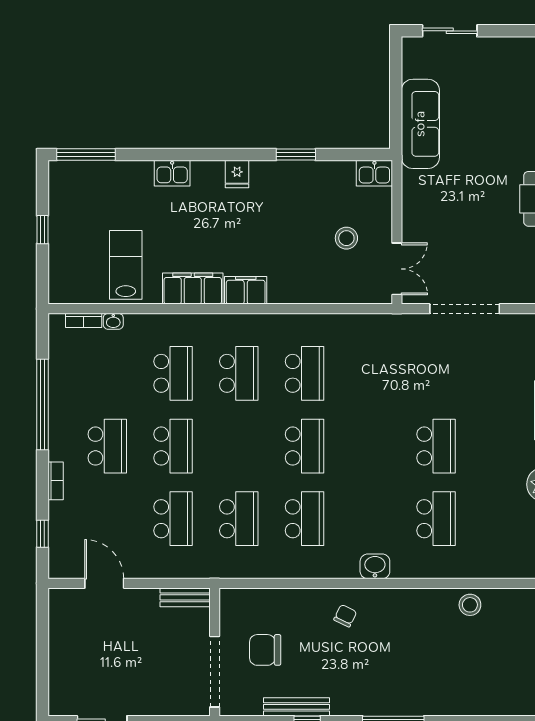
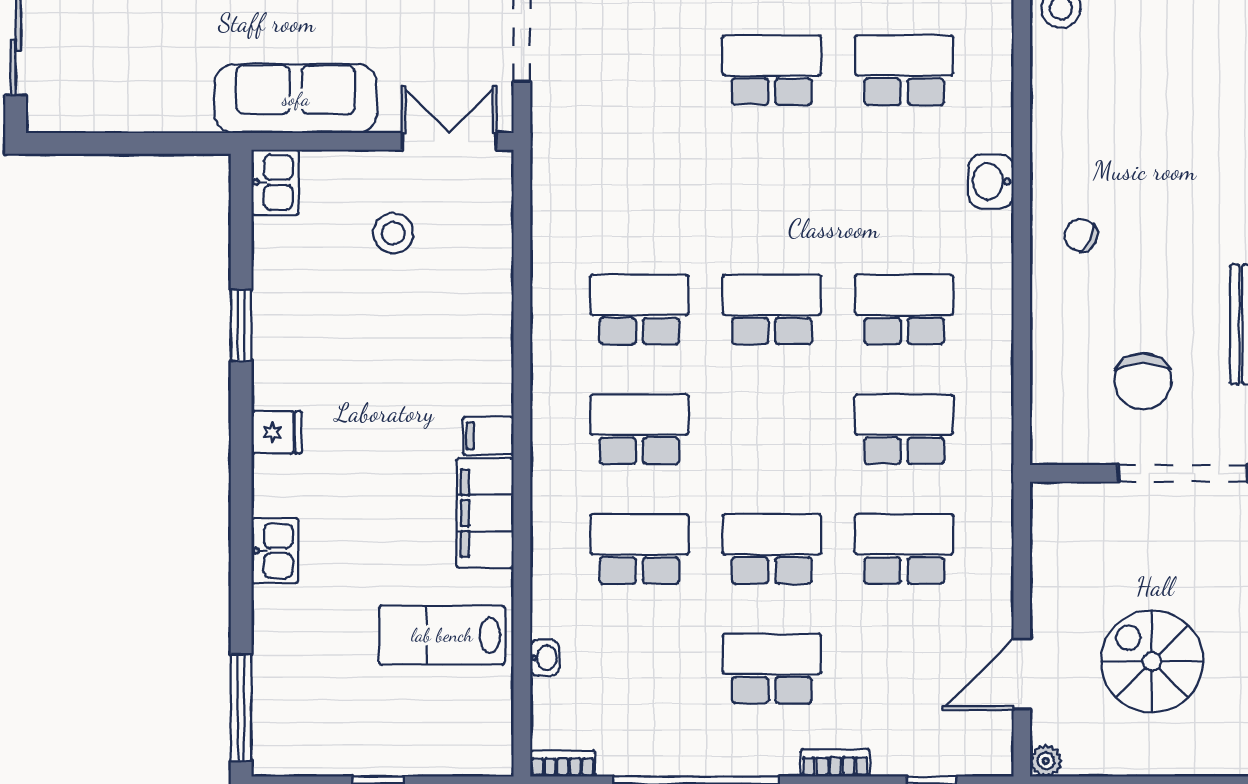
sofa: (420, 124) -> (296, 99), moved
filing cabinet: (246, 290) -> (488, 436), width x0.50
bookcase: (84, 320) -> (563, 764), moved, turned -90
plant: (57, 597) -> (1046, 761), added
bench: (185, 597) -> (1047, 527), removed
spiral stairs: (111, 655) -> (1152, 661), added

